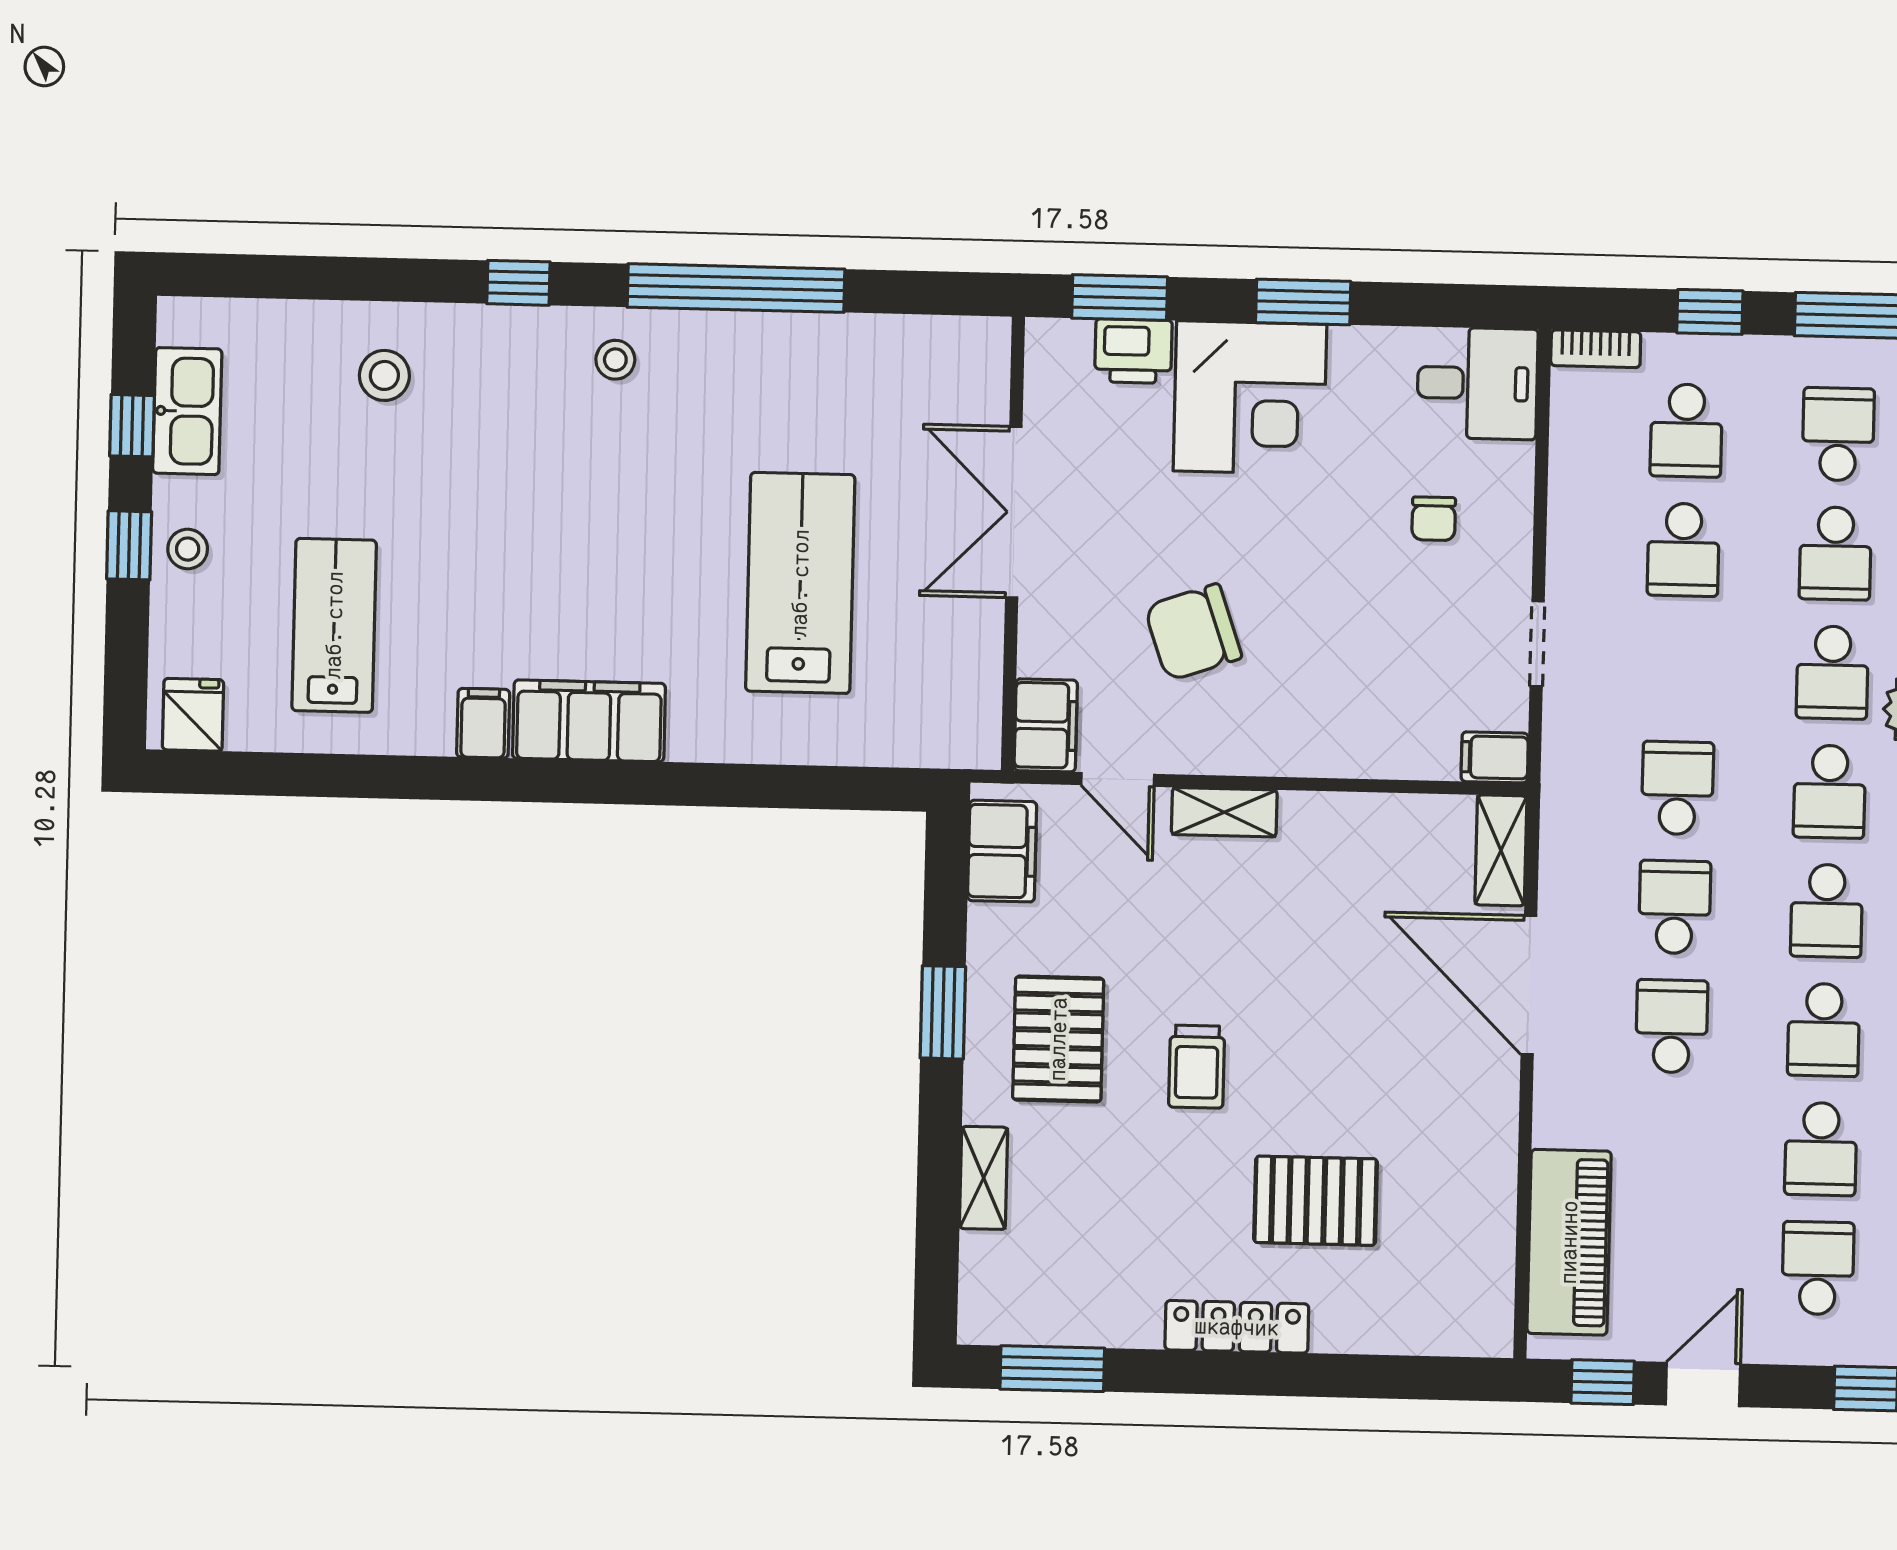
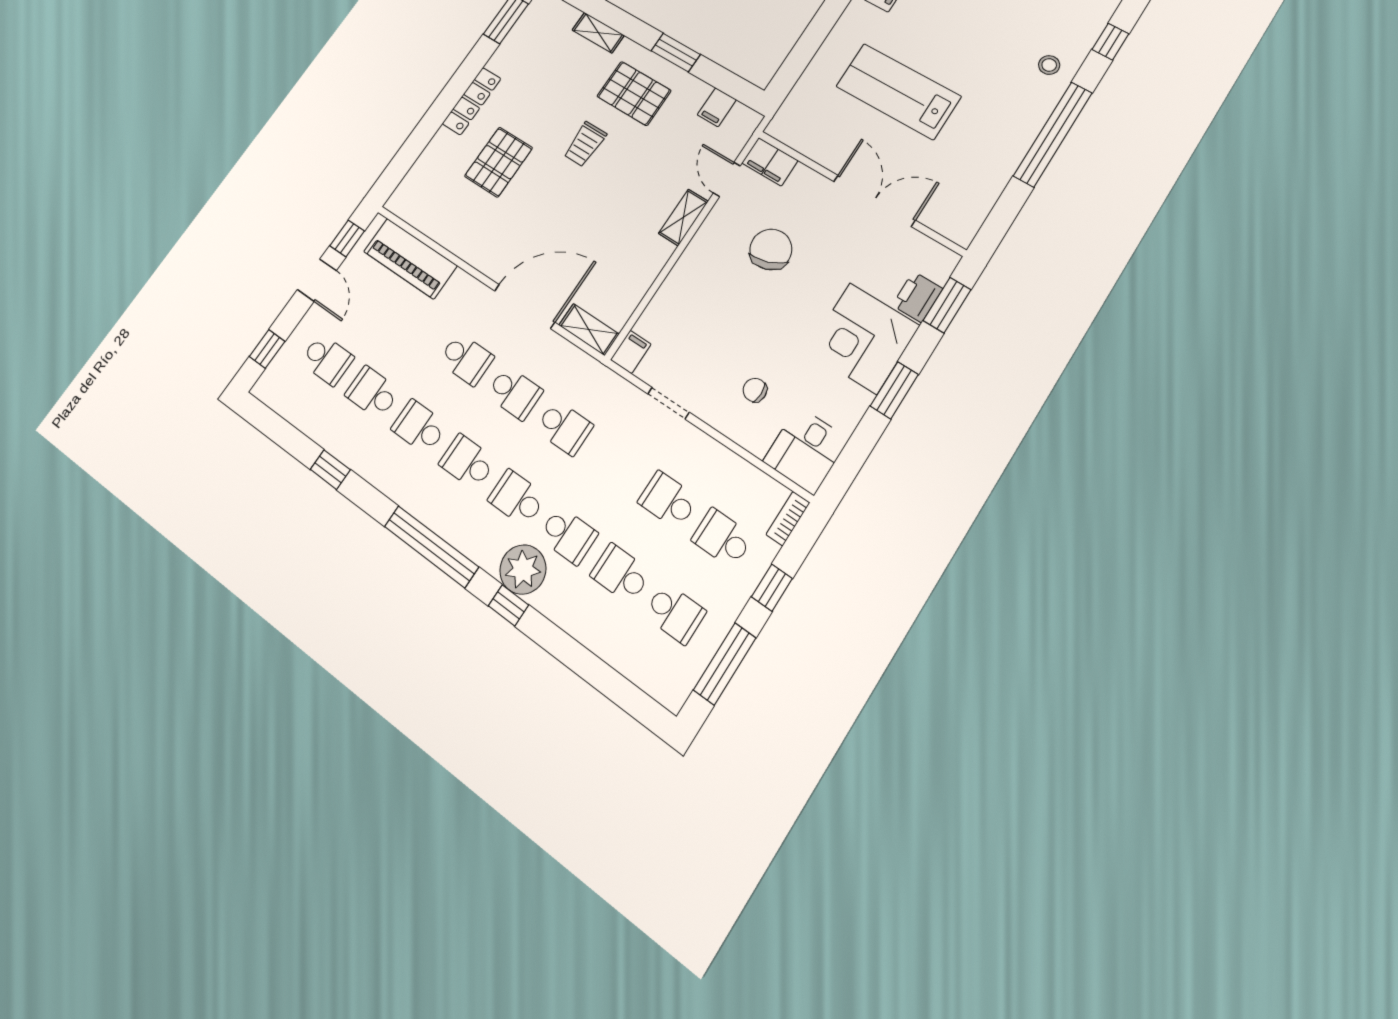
lab bench: (800, 583) -> (898, 91), turned 180
school desk: (1832, 673) -> (568, 535), turned 180
door: (1118, 780) -> (727, 179), hinge flipped
filing cabinet: (1002, 851) -> (717, 107), width x0.50
trolley: (1197, 1067) -> (585, 144), turned -90

